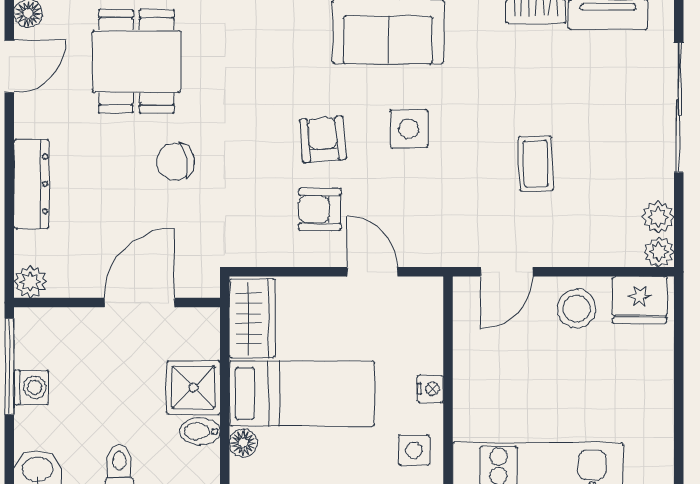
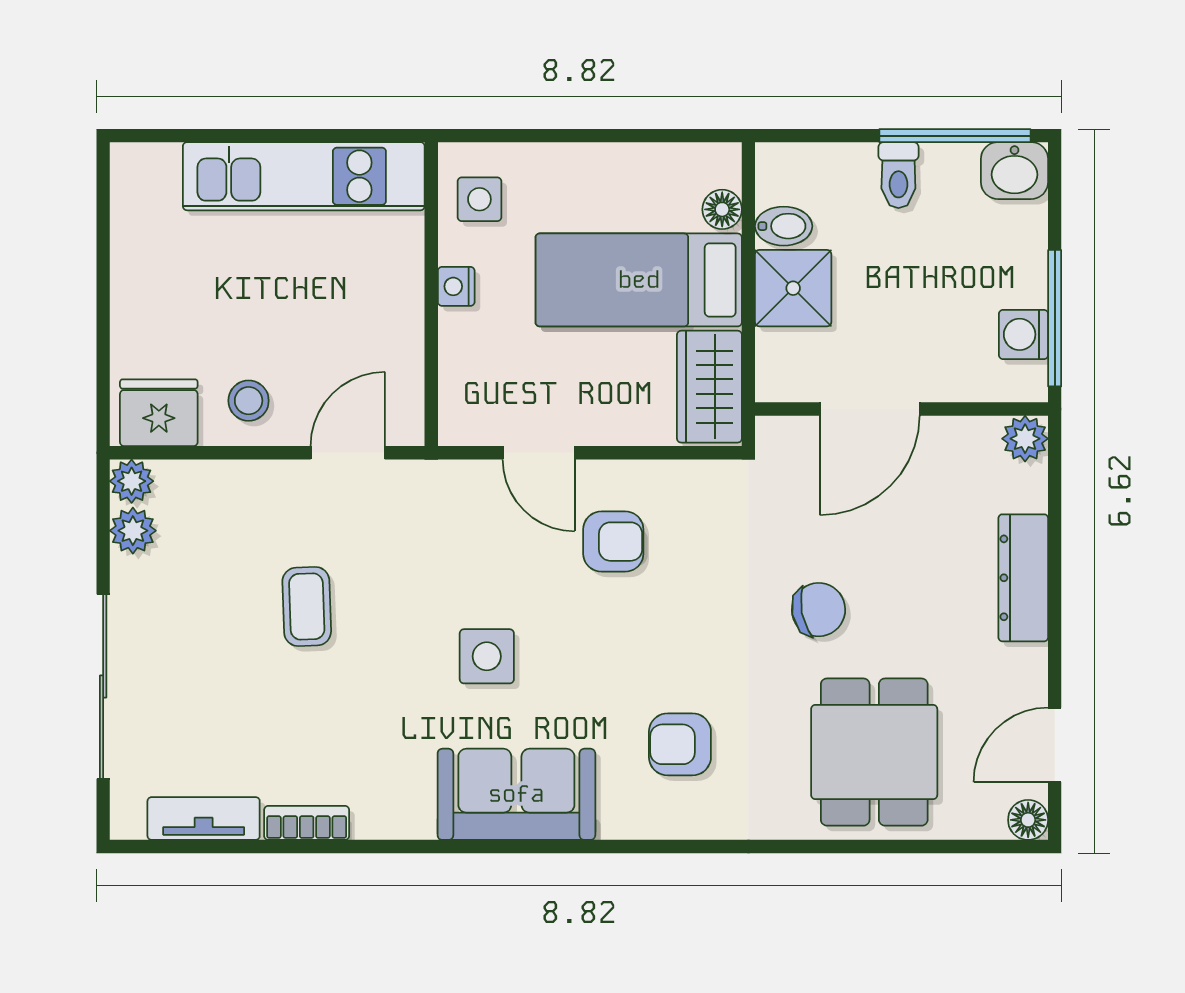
armchair: (323, 139) -> (680, 744), moved, turned 95
stool: (577, 309) -> (249, 401), width x0.73, depth x0.73
washing machine: (31, 387) -> (1023, 334), moved

